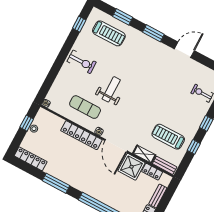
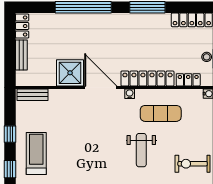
treadmill: (168, 137) -> (36, 153), moved, turned -90
shelving: (144, 154) -> (63, 95), removed
locker: (152, 172) -> (188, 80), moved

